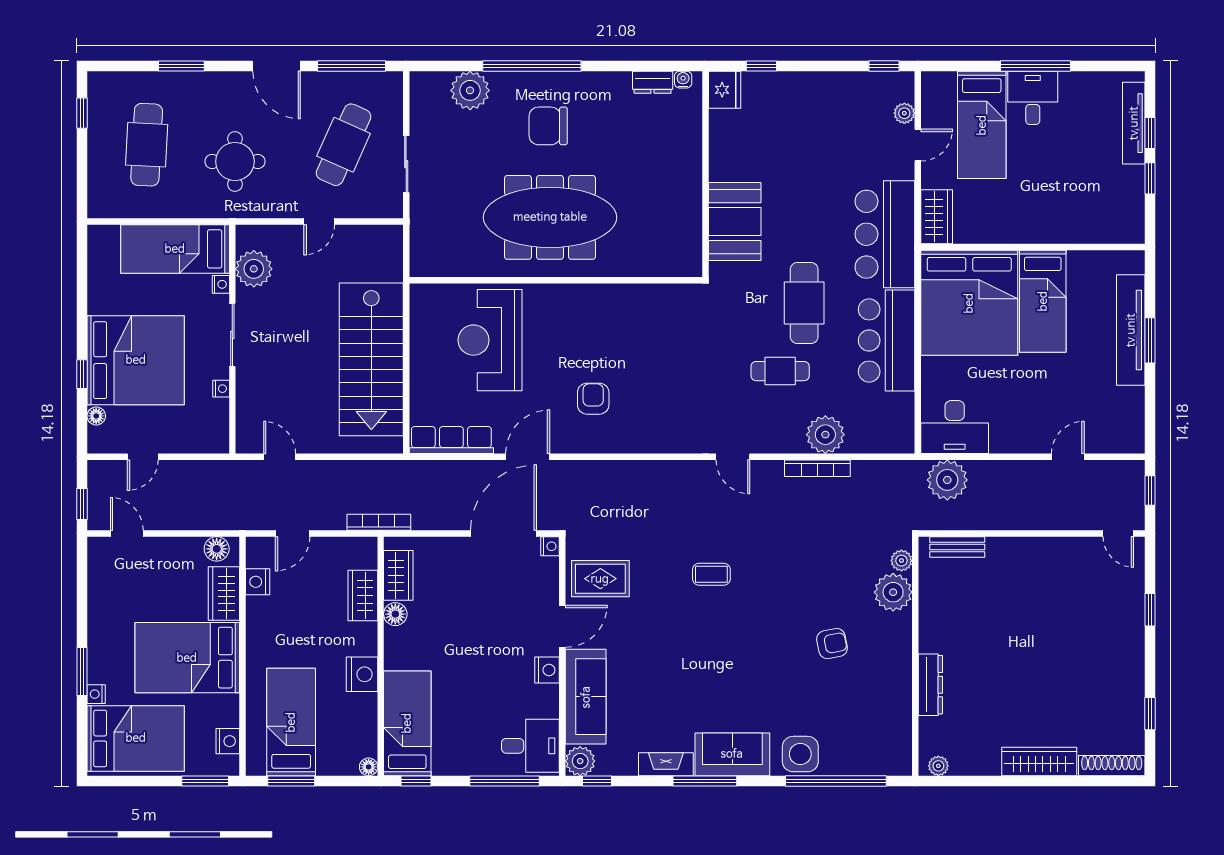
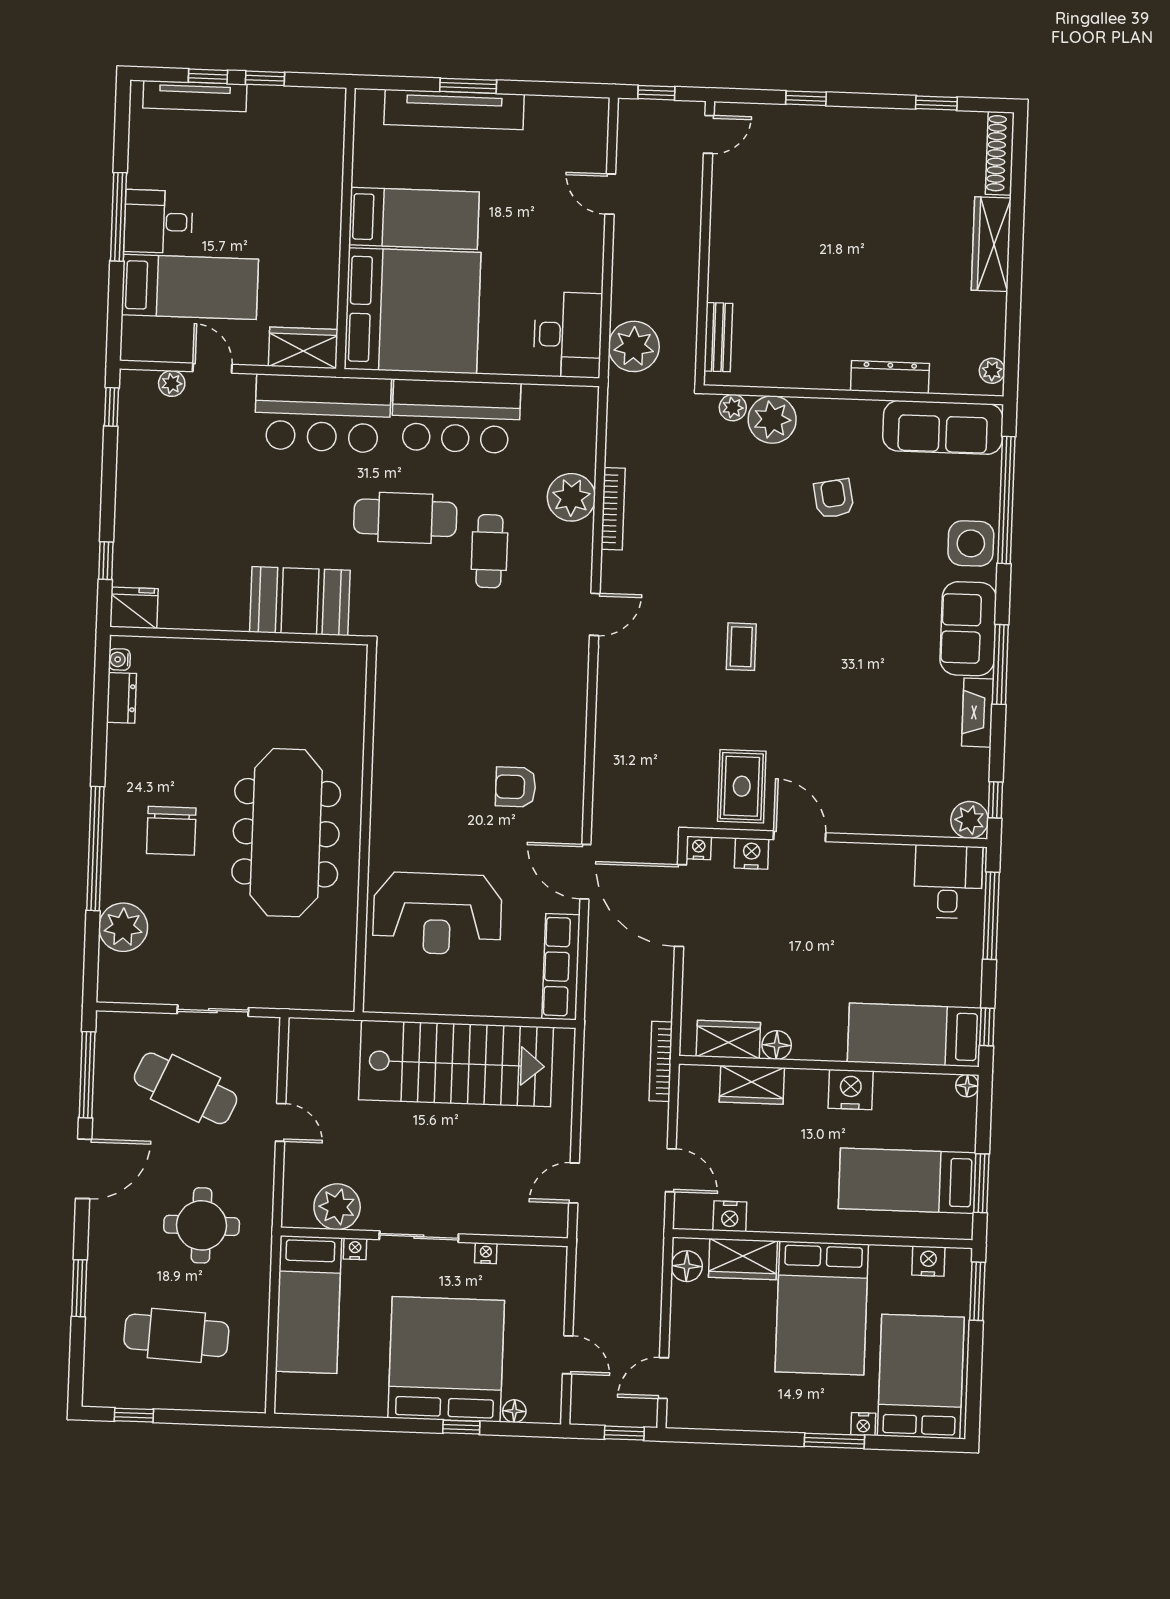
nightstand: (547, 670) -> (752, 854), moved
sofa: (586, 697) -> (943, 427), moved, turned 180

